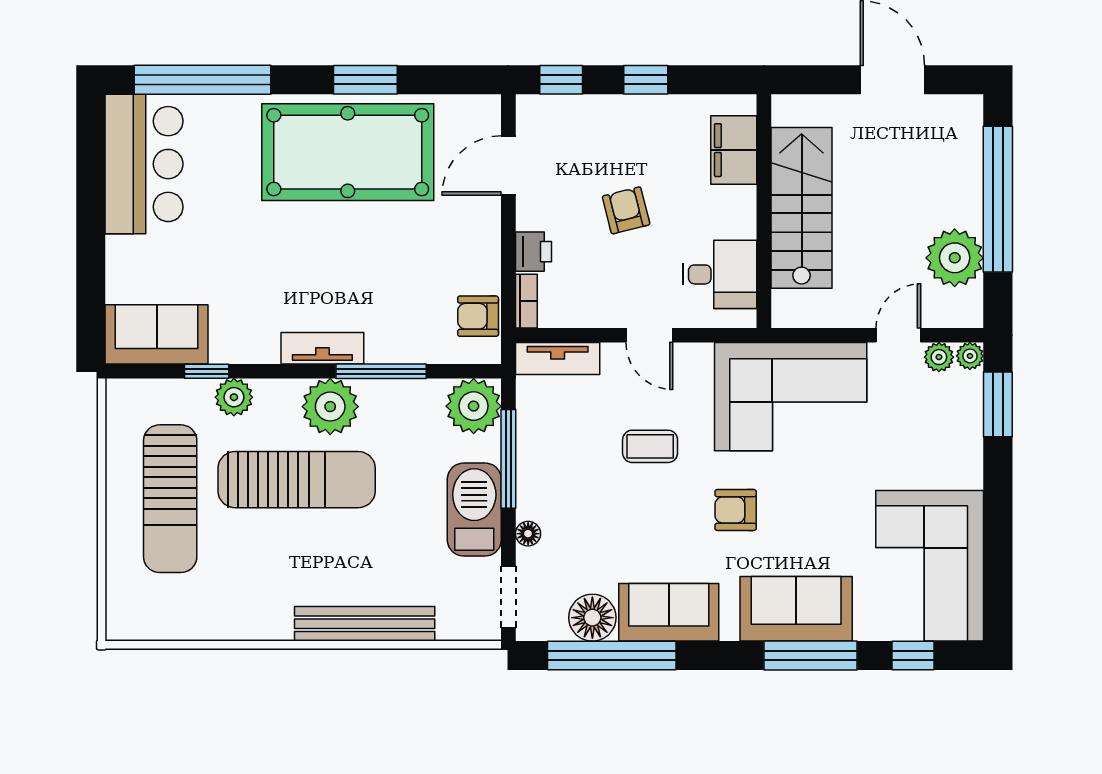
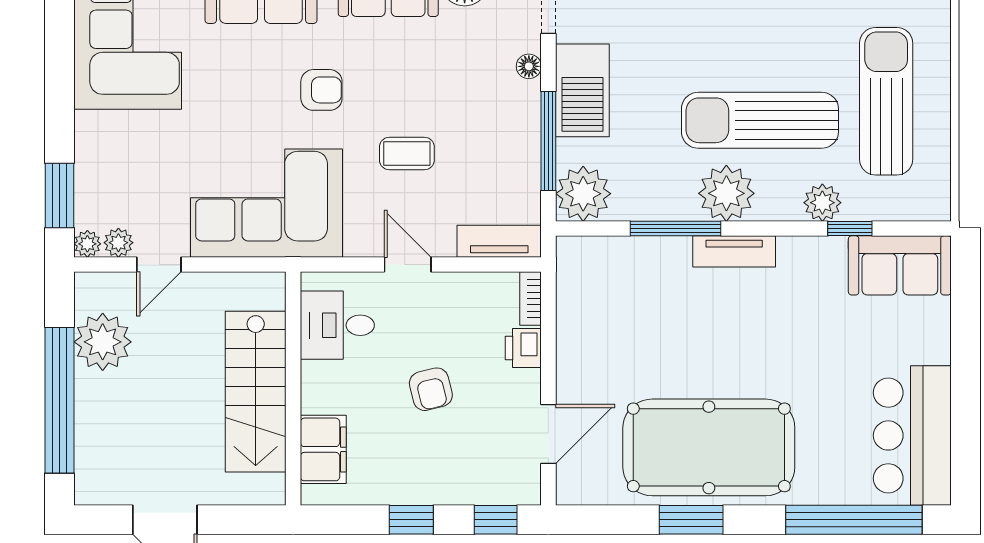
armchair: (478, 316) -> (579, 284), removed

